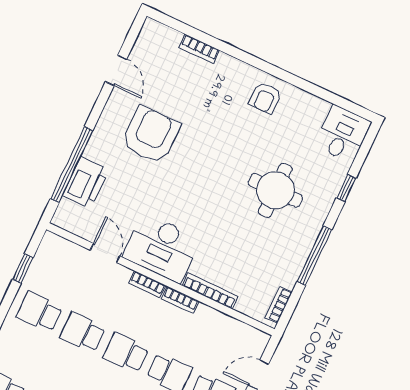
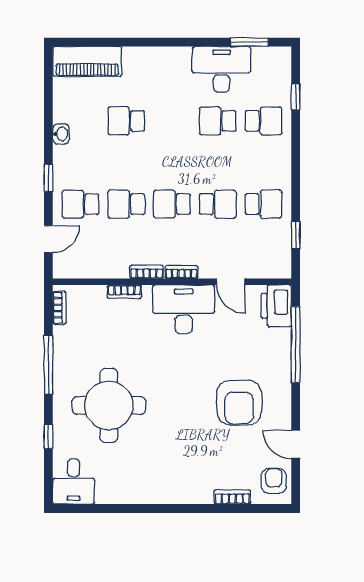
armchair: (265, 98) -> (274, 481), moved
printer: (86, 183) -> (276, 306), moved
round table: (275, 190) -> (109, 405), width x1.36, depth x1.36
bookcase: (210, 291) -> (124, 292), width x0.64
school desk: (126, 353) -> (172, 204), turned 180

